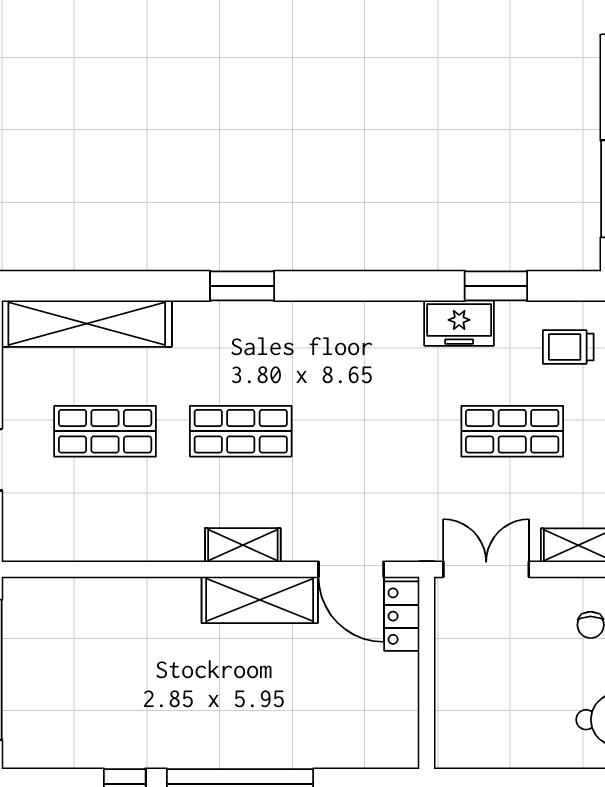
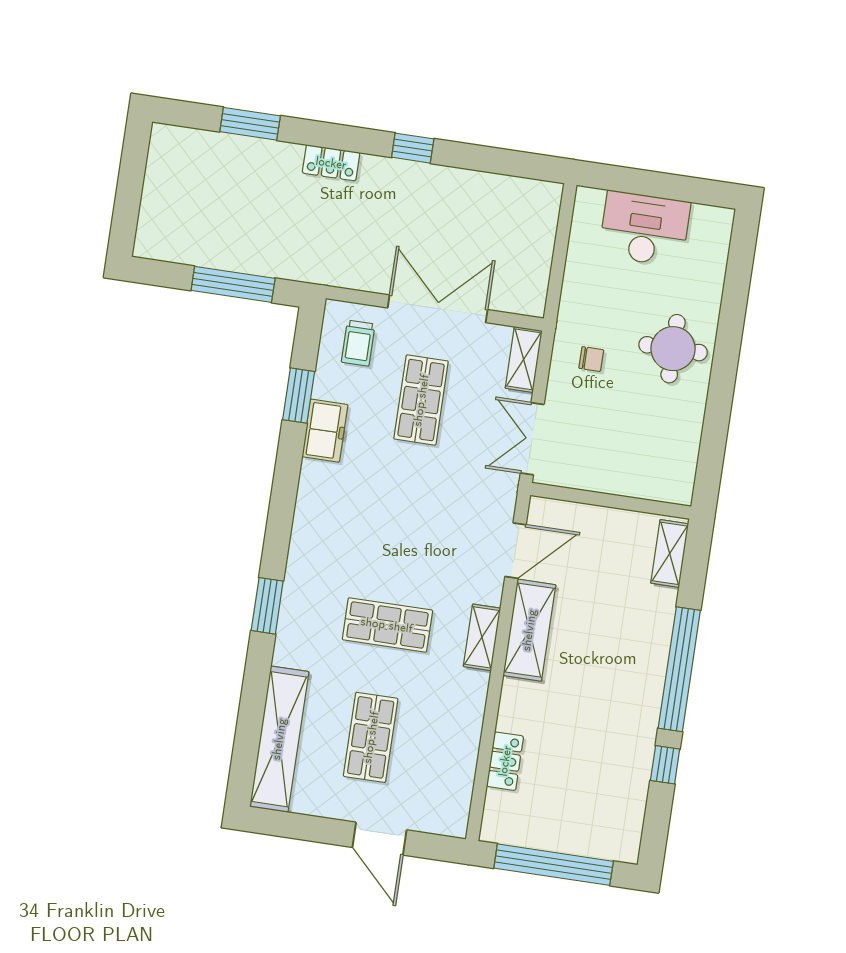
shop shelf: (241, 431) -> (387, 625), turned 90
locker: (402, 616) -> (505, 761), moved, turned -90
shelving: (375, 752) -> (670, 553), added

